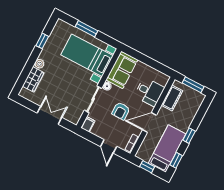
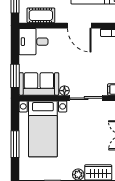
window: (137, 55) -> (15, 76), added
desk: (149, 92) -> (34, 42), moved, turned -90
armchair: (121, 111) -> (83, 62), removed

